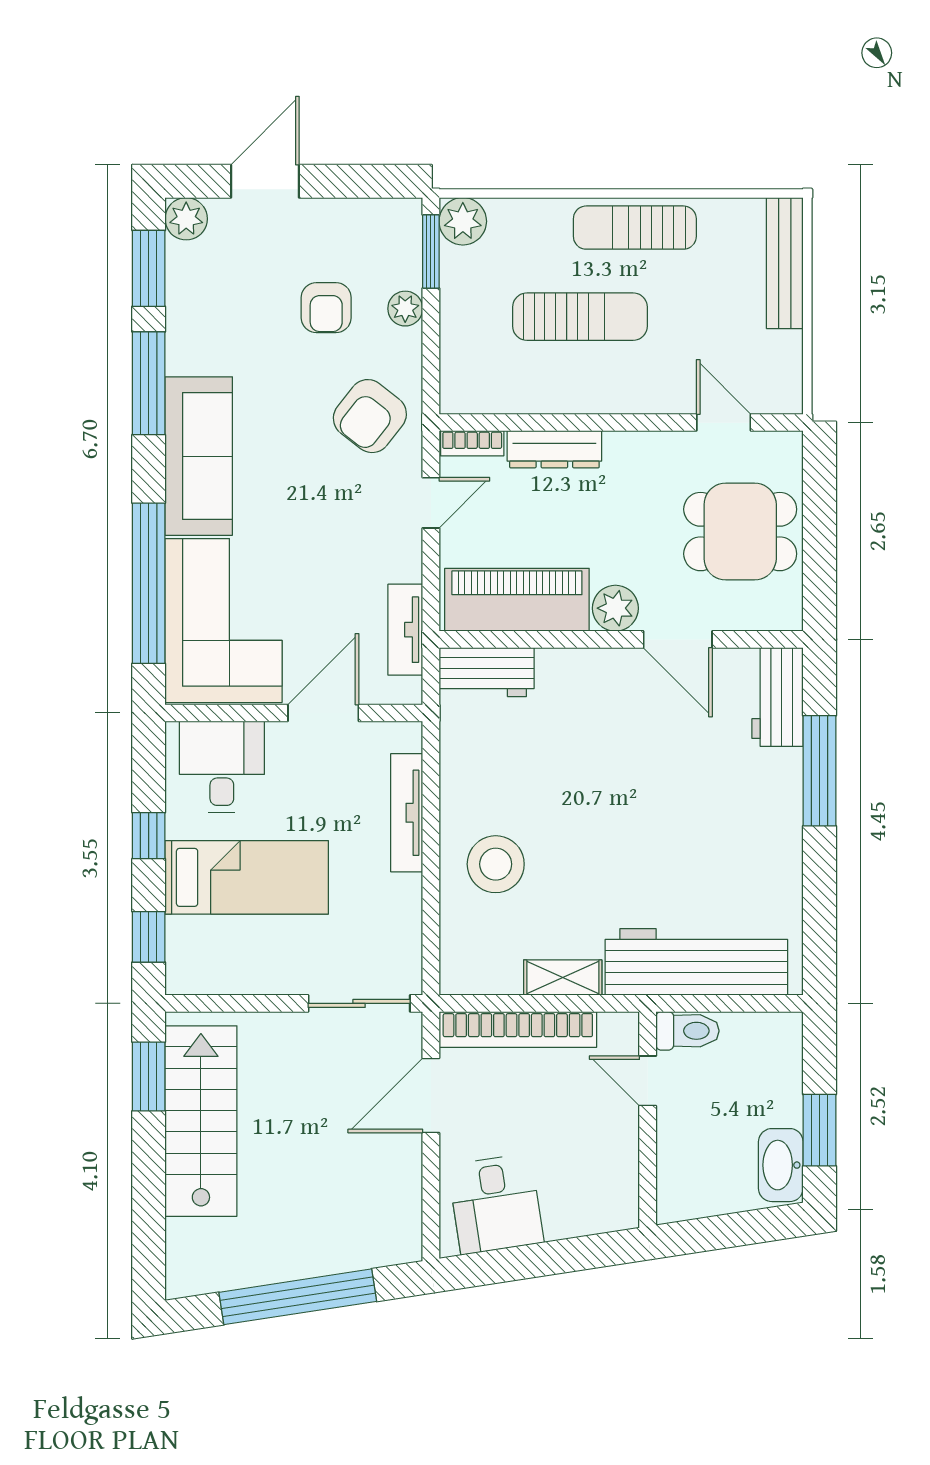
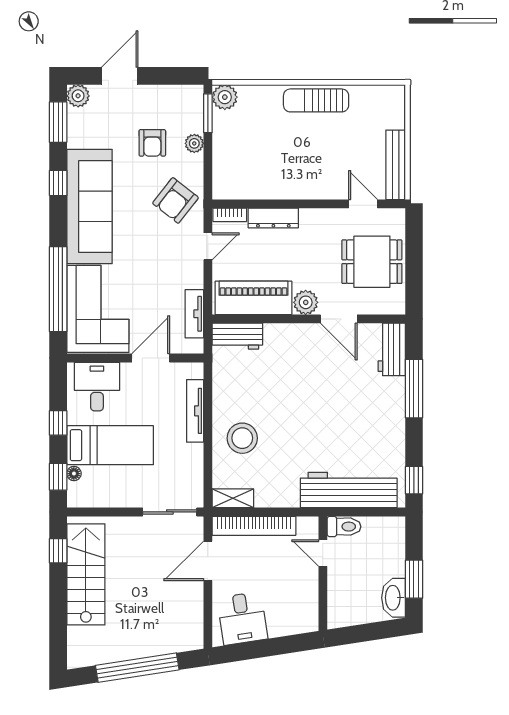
bench: (785, 263) -> (396, 165), moved
sun lounger: (580, 317) -> (287, 148), removed
window: (149, 383) -> (58, 183), width x0.46
sofa: (199, 456) -> (90, 206), width x1.36, depth x1.27
floor lamp: (178, 931) -> (74, 474), added
window: (819, 943) -> (414, 480), added
shelving: (563, 978) -> (233, 498), moved
window: (149, 1077) -> (58, 551), width x0.67

